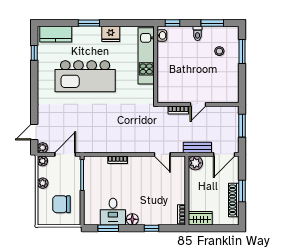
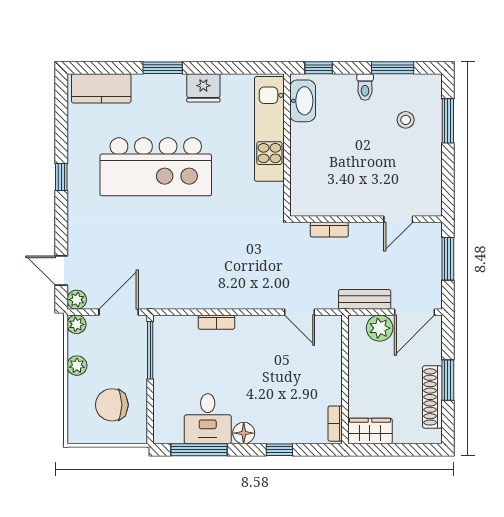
washbasin: (162, 35) -> (303, 101), width x1.91, depth x1.45
window: (34, 53) -> (61, 177), moved
door: (198, 104) -> (398, 219), moved
door: (34, 132) -> (61, 271), hinge flipped
plant: (195, 163) -> (380, 328), moved
window: (108, 228) -> (199, 450), width x1.44

